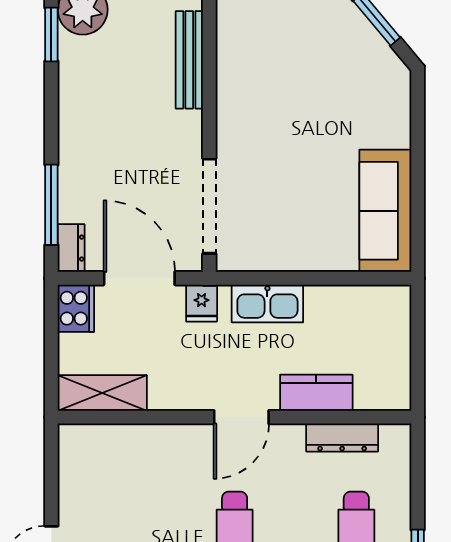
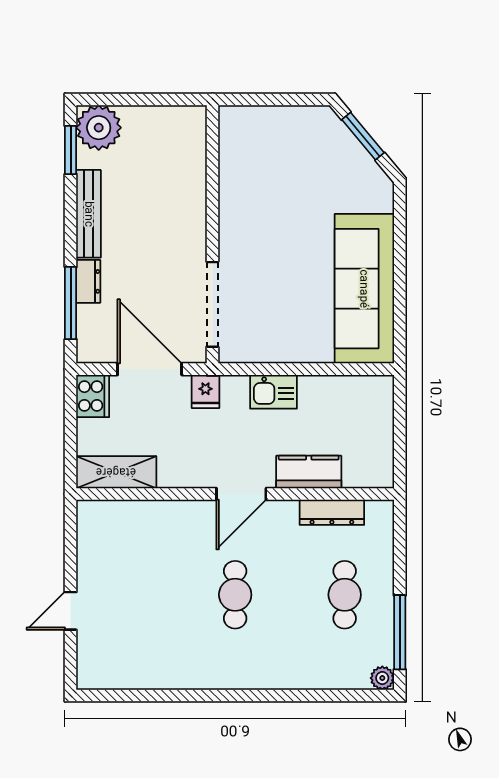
bench: (189, 60) -> (89, 214), moved
sofa: (385, 211) -> (364, 289), width x1.36, depth x1.27
dresser: (71, 248) -> (88, 281), moved
kitchen sink: (267, 303) -> (274, 392), width x0.73

